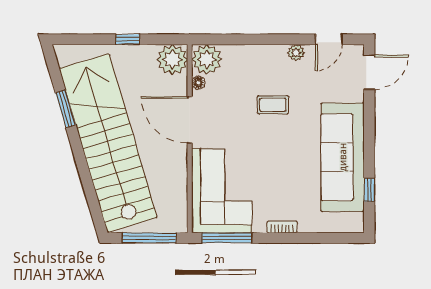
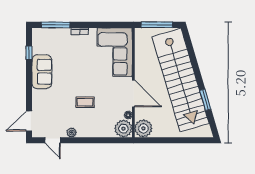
window: (128, 39) -> (169, 140), removed
door: (329, 39) -> (53, 140), swing flipped
sofa: (343, 157) -> (42, 72), width x0.54, depth x0.79
window: (227, 238) -> (56, 25), moved

